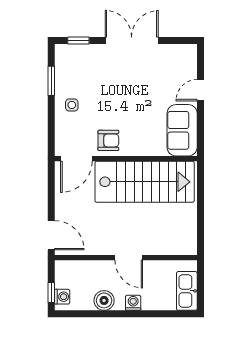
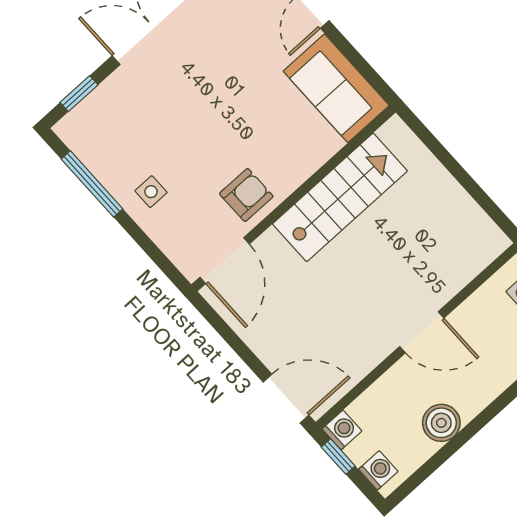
window: (51, 81) -> (92, 184), width x1.44
stairs: (145, 182) -> (340, 197), width x0.73, depth x0.66
window: (51, 292) -> (338, 456), moved
washing machine: (133, 303) -> (342, 430), moved, turned 90

